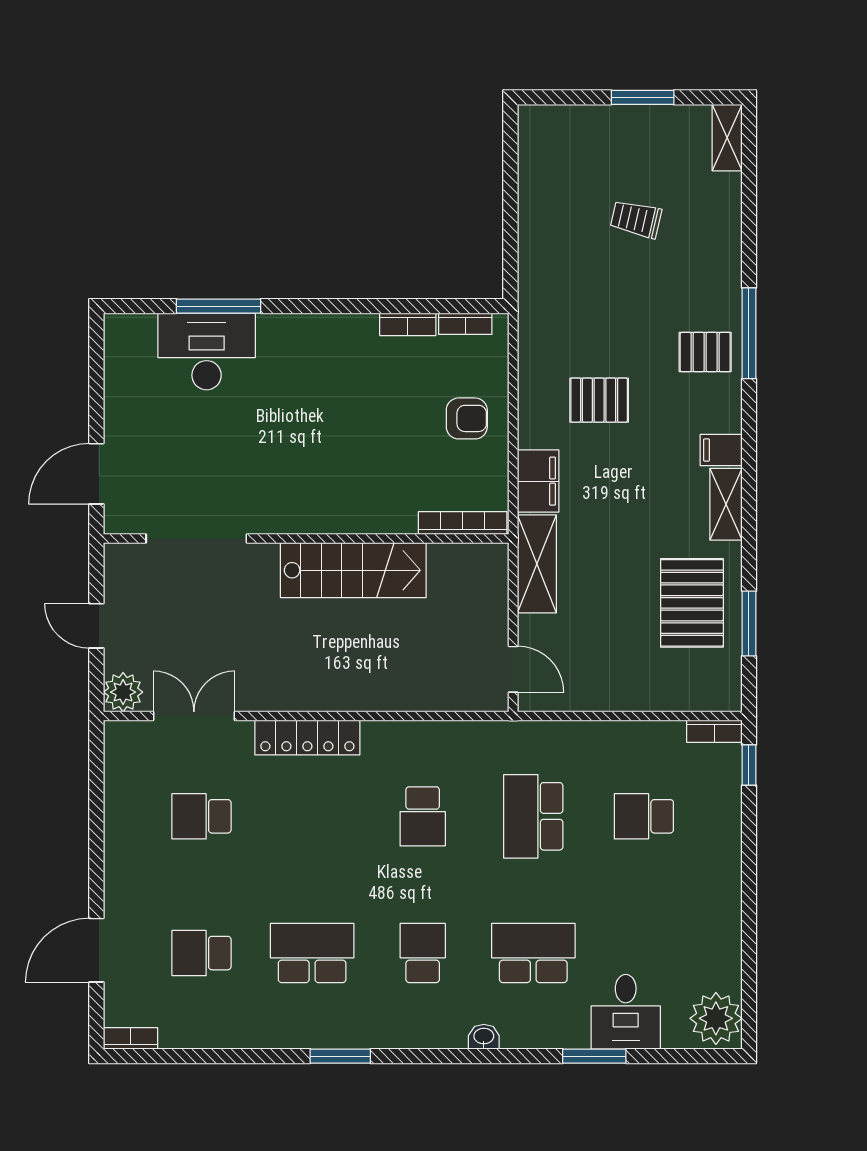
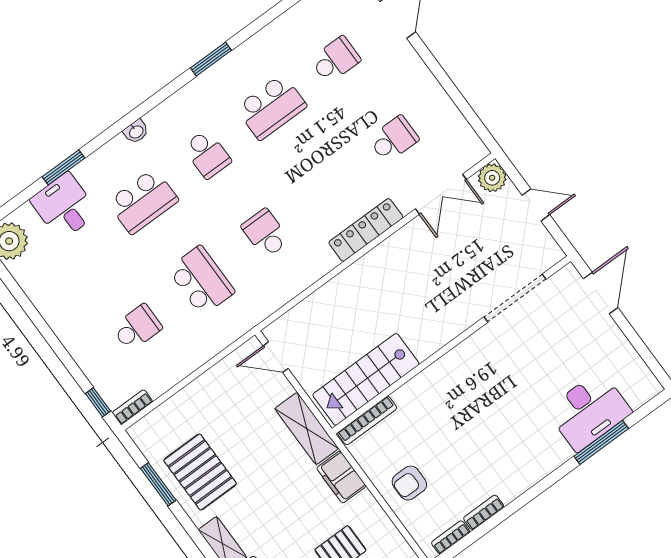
stairs: (353, 570) -> (366, 379), moved

